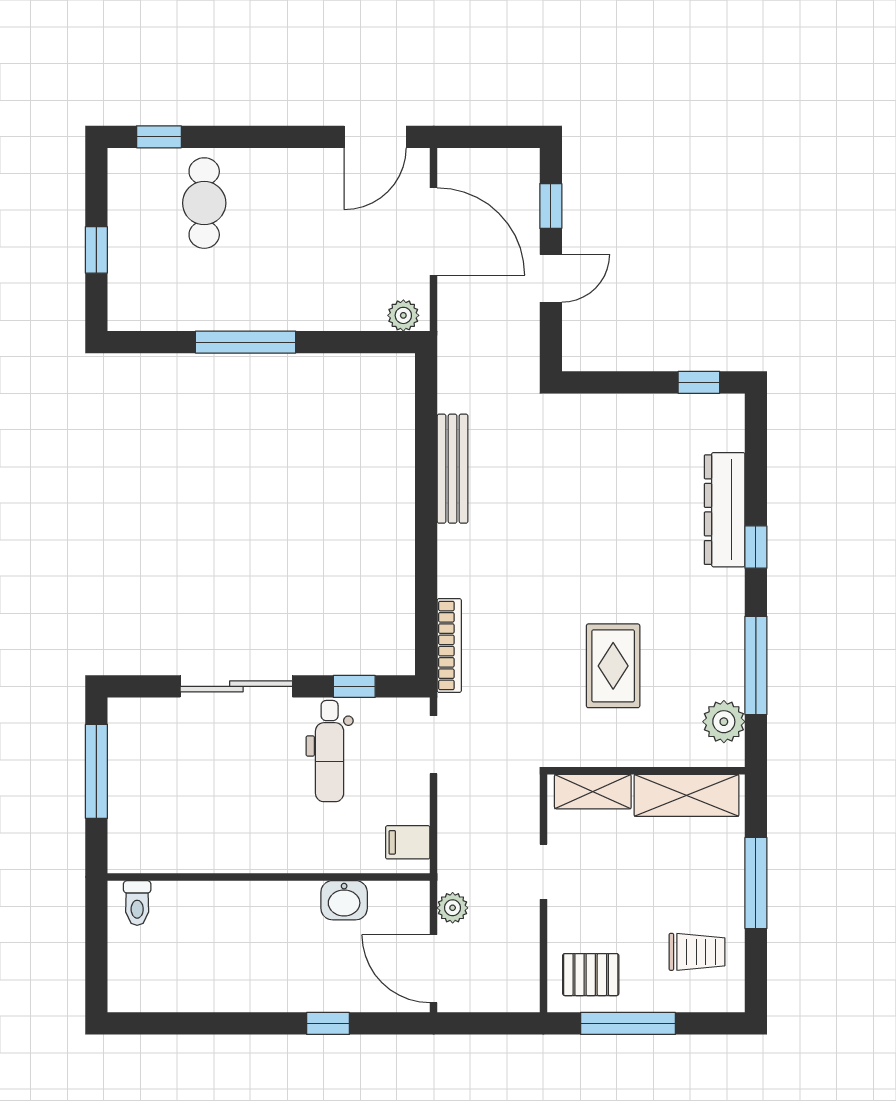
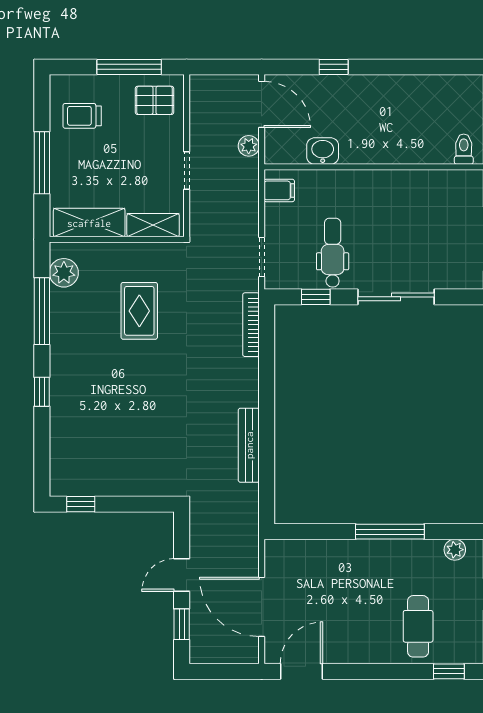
plant: (403, 315) -> (455, 550), moved
dresser: (725, 510) -> (63, 417), removed

